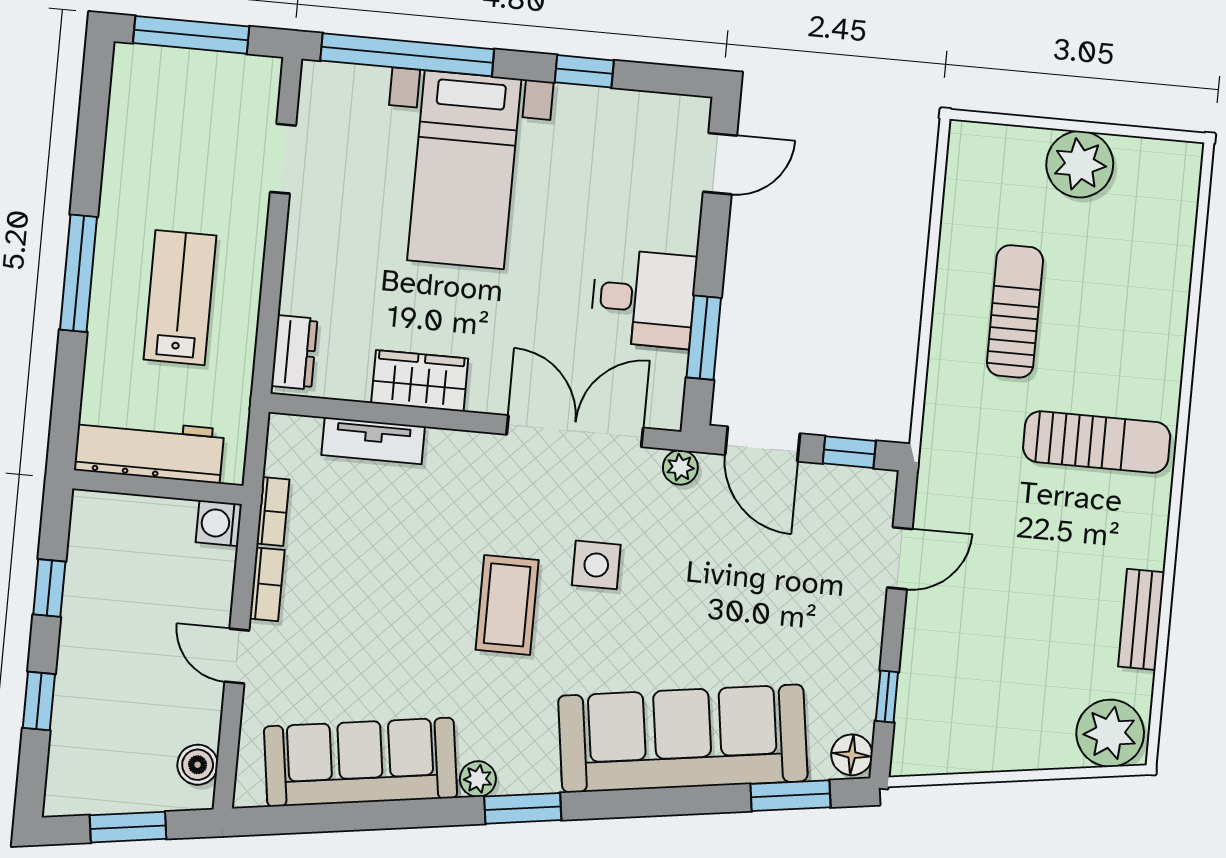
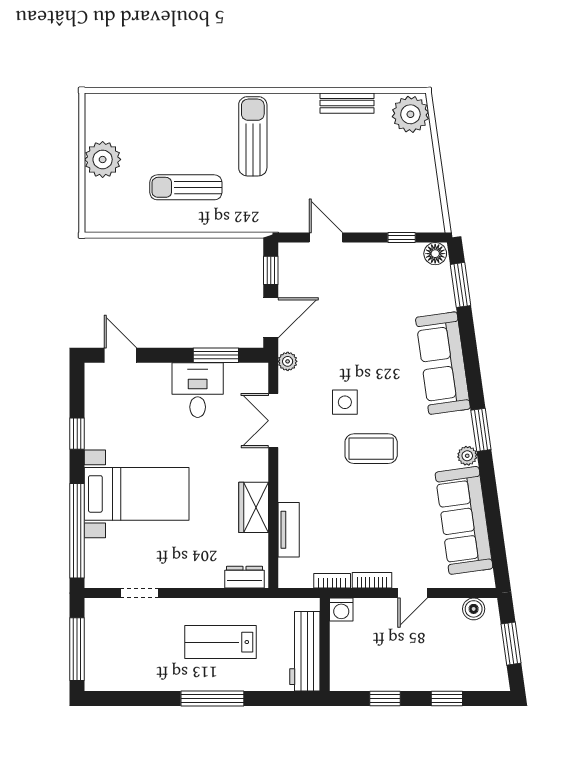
double door: (575, 431) -> (273, 421), width x0.73
sofa: (683, 738) -> (443, 363), width x0.74, depth x0.79

